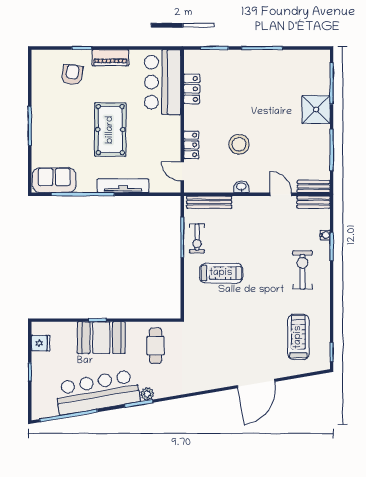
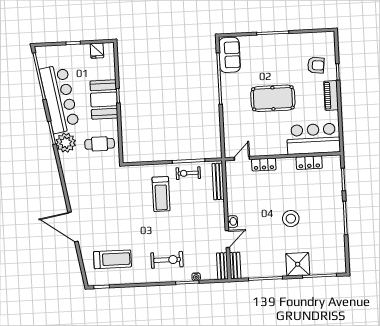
stool: (239, 144) -> (291, 219), moved
tv unit: (123, 186) -> (228, 111), removed
washbasin: (241, 187) -> (233, 222), moved
plant: (147, 394) -> (66, 143), width x1.87, depth x1.87

